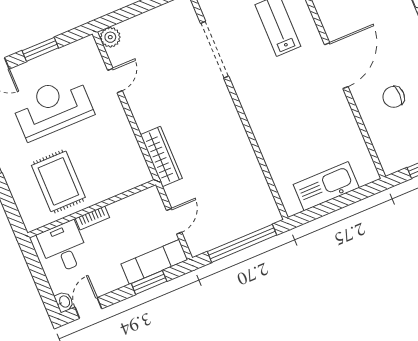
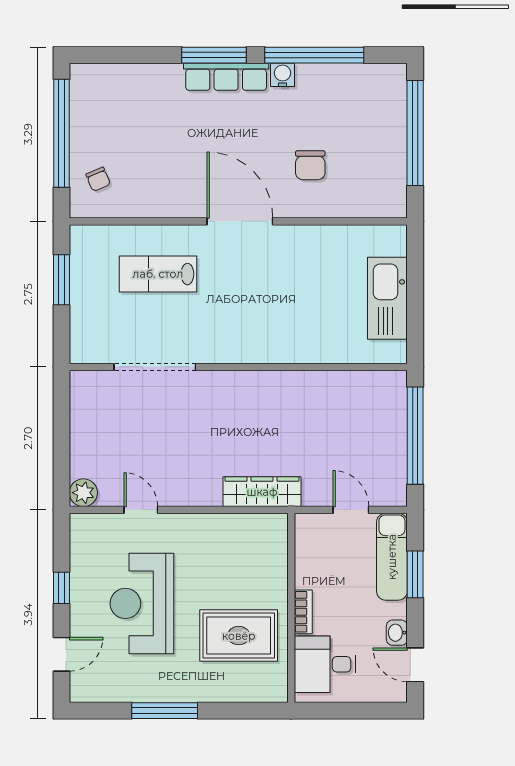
window: (40, 49) -> (61, 588), width x0.67
washbasin: (64, 302) -> (397, 633), moved, turned -90

